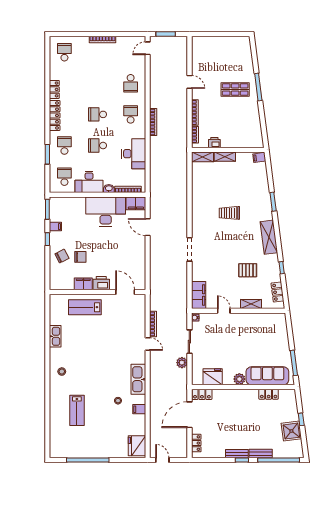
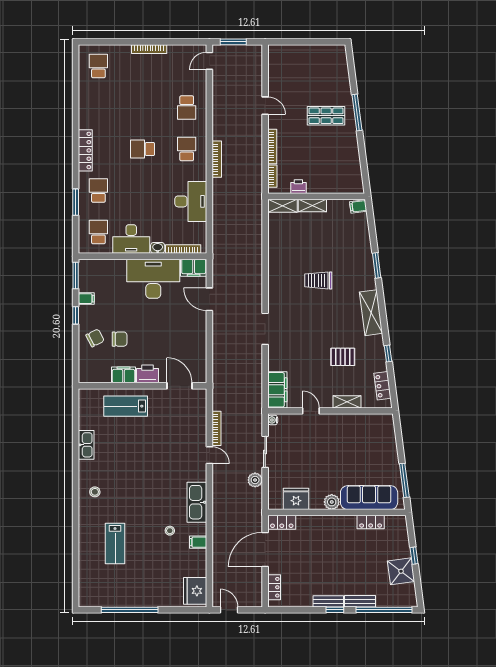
locker: (54, 89) -> (85, 116), removed
school desk: (98, 146) -> (143, 191), removed

